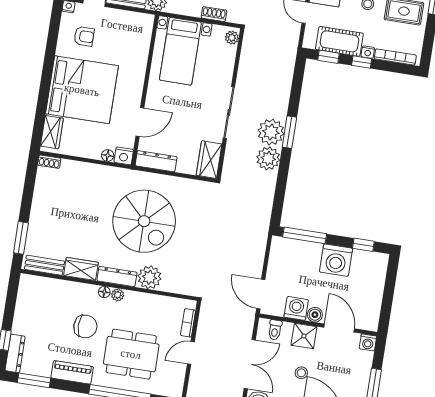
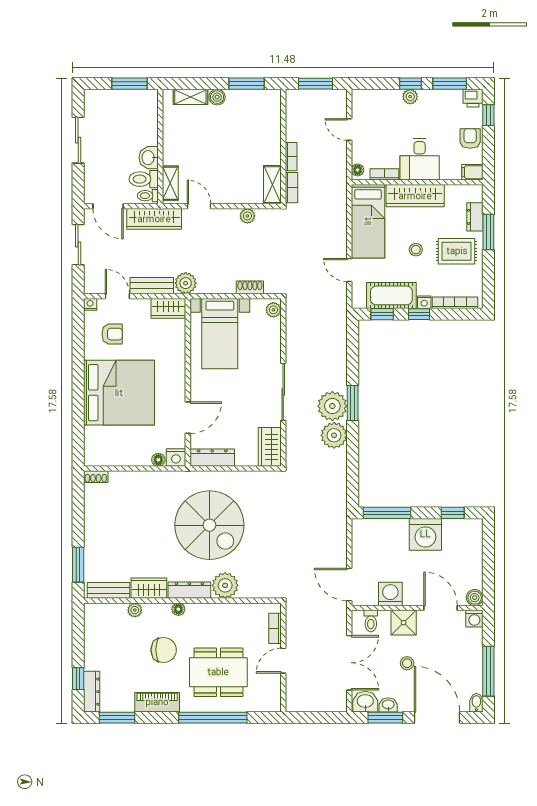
wardrobe: (52, 132) -> (168, 308), moved, turned 90
plant: (118, 295) -> (135, 610), moved
boiler: (315, 315) -> (475, 598), moved

